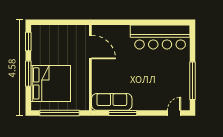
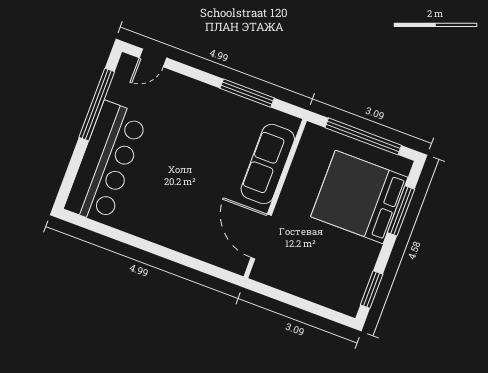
bar counter: (160, 37) -> (106, 163), moved, turned 90
window: (28, 74) -> (401, 211), moved
sofa: (112, 102) -> (268, 164), moved, turned 90

